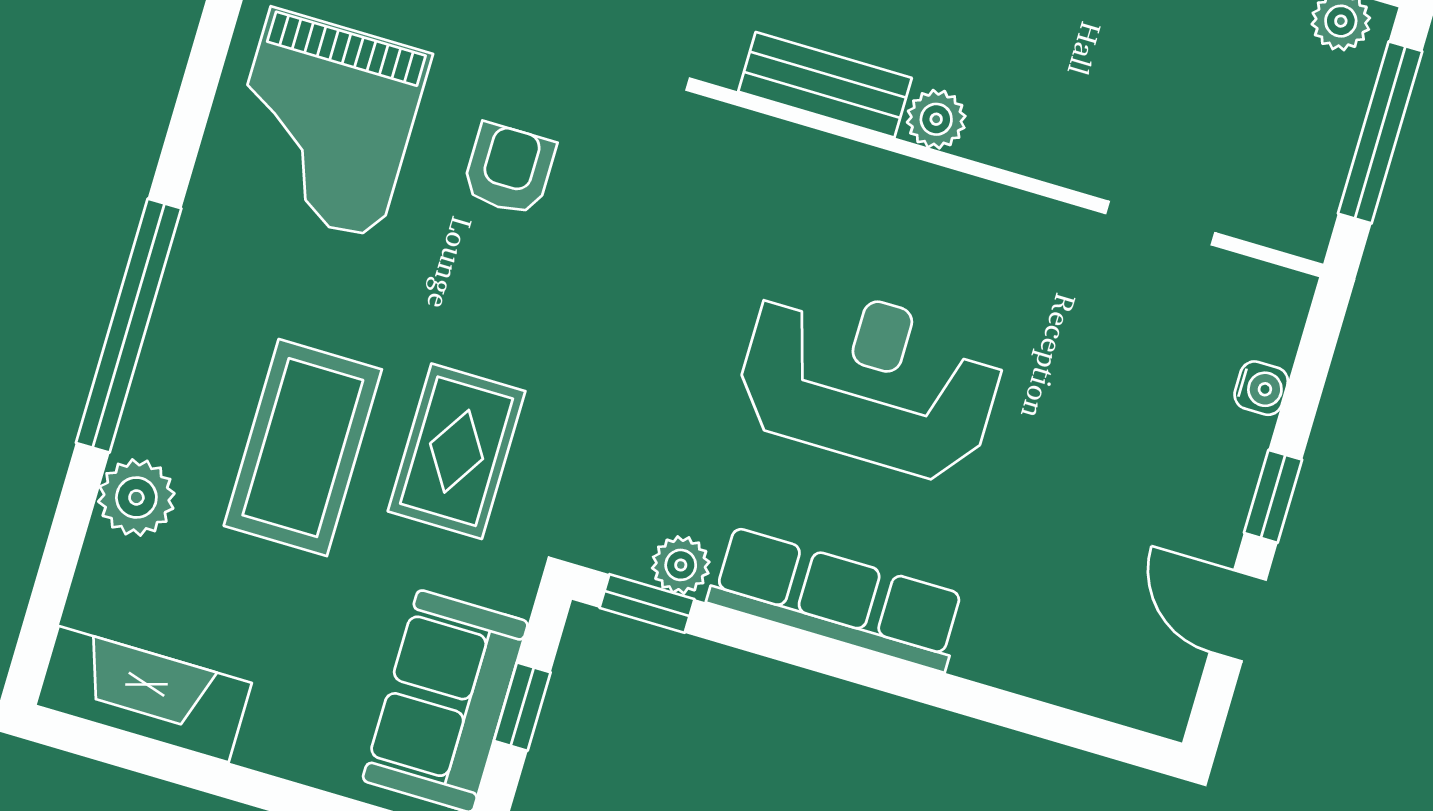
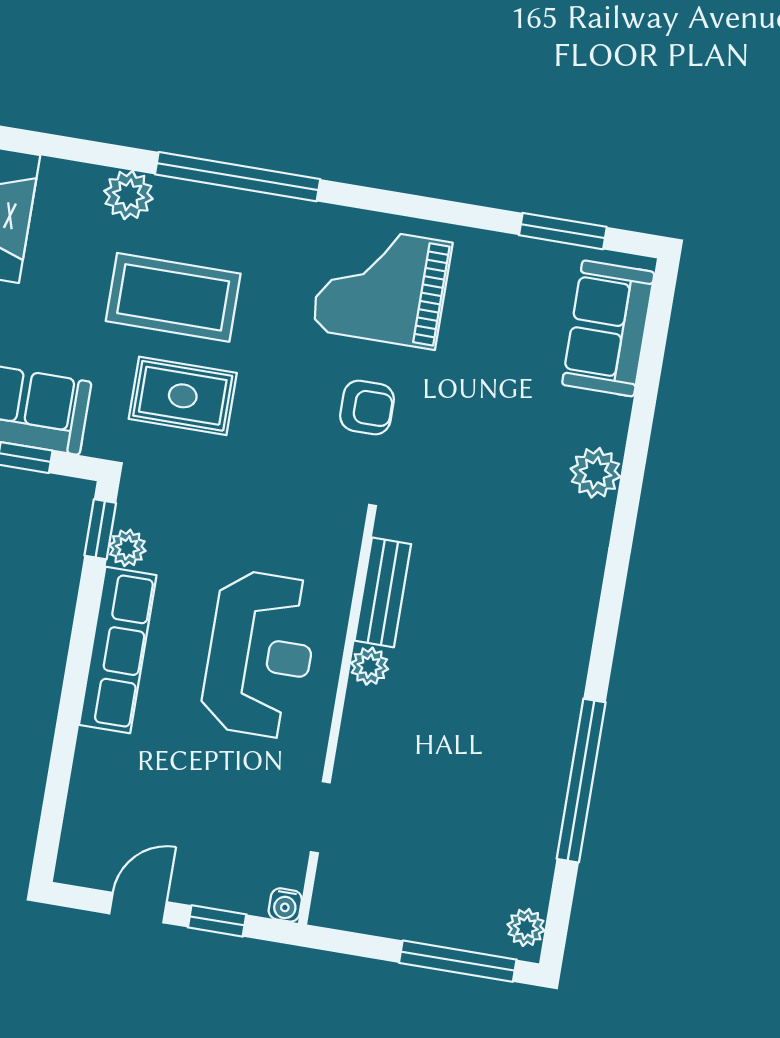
bench: (825, 85) -> (383, 592), moved
plant: (936, 119) -> (369, 666), moved
wall: (1011, 179) -> (337, 718), moved
doorway: (1160, 223) -> (320, 817), moved

